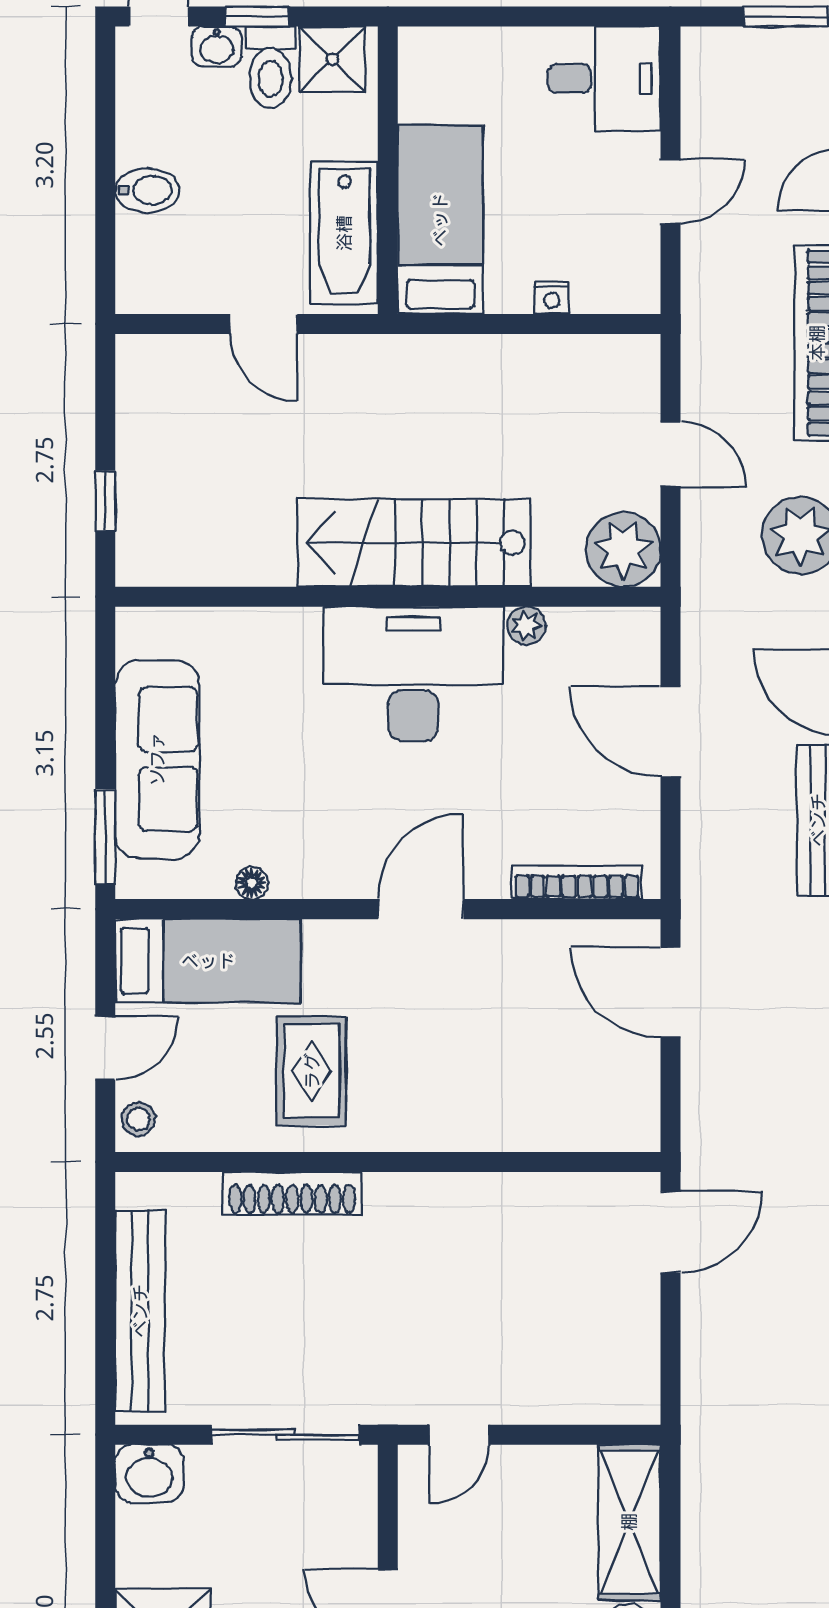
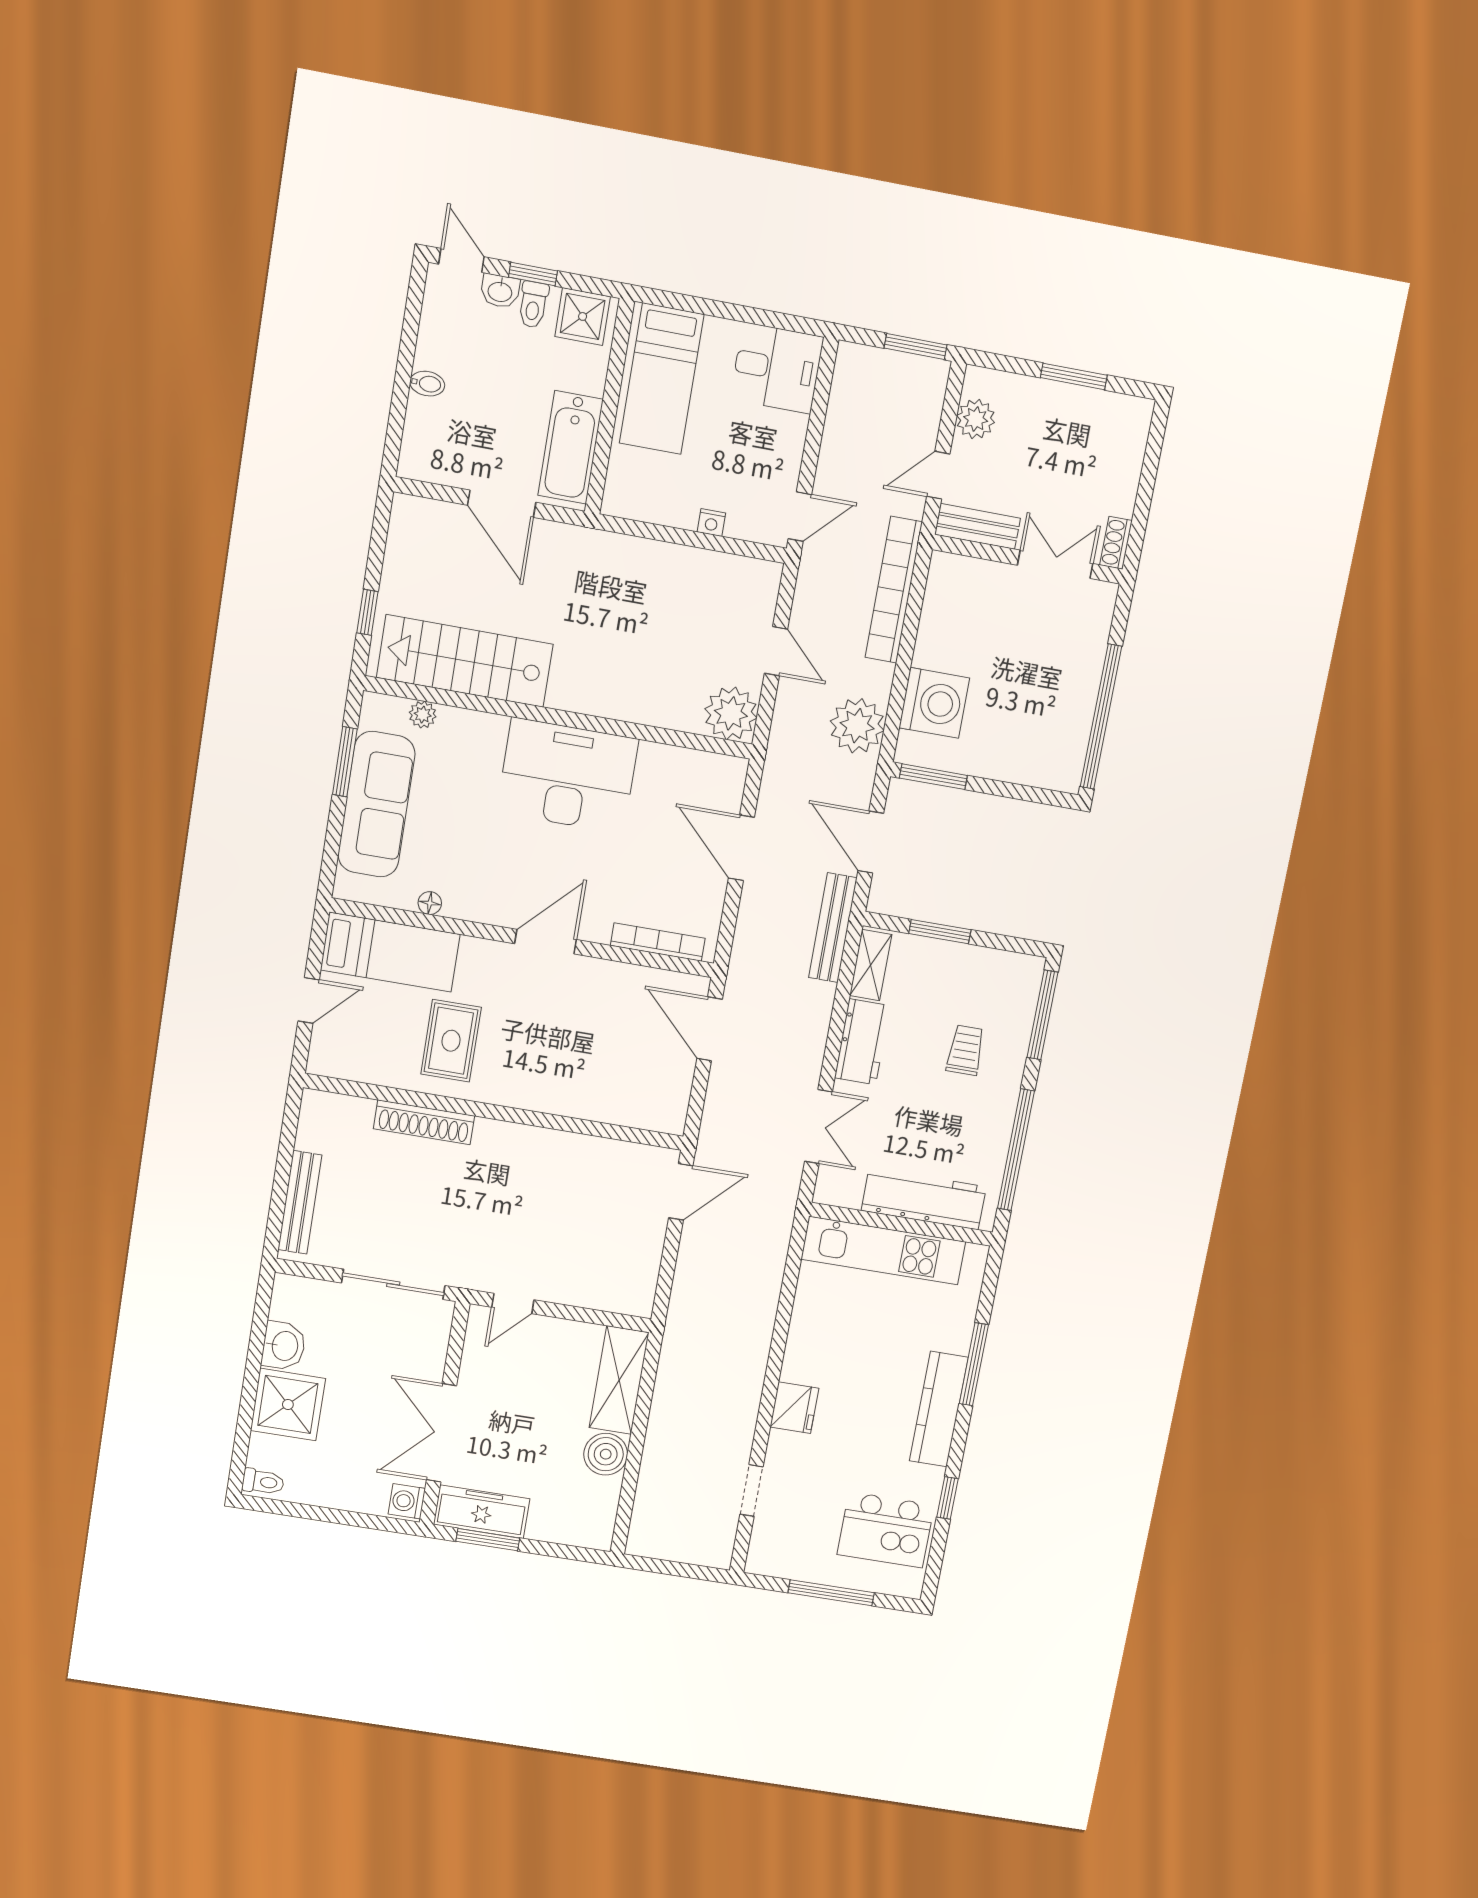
toilet: (270, 67) -> (533, 305), width x0.73, depth x0.72
bidet: (147, 190) -> (427, 384), width x0.72, depth x0.74
door: (670, 192) -> (800, 517), moved
bed: (440, 220) -> (662, 379), moved, turned 180
door: (264, 324) -> (502, 504), width x1.38
stairs: (415, 543) -> (465, 661), moved
plant: (526, 626) -> (423, 715), moved
window: (105, 837) -> (345, 762), moved
stool: (138, 1119) -> (325, 1053), removed
bench: (140, 1311) -> (300, 1202), width x0.73, depth x0.82
washbasin: (149, 1474) -> (284, 1346), moved, turned -90

